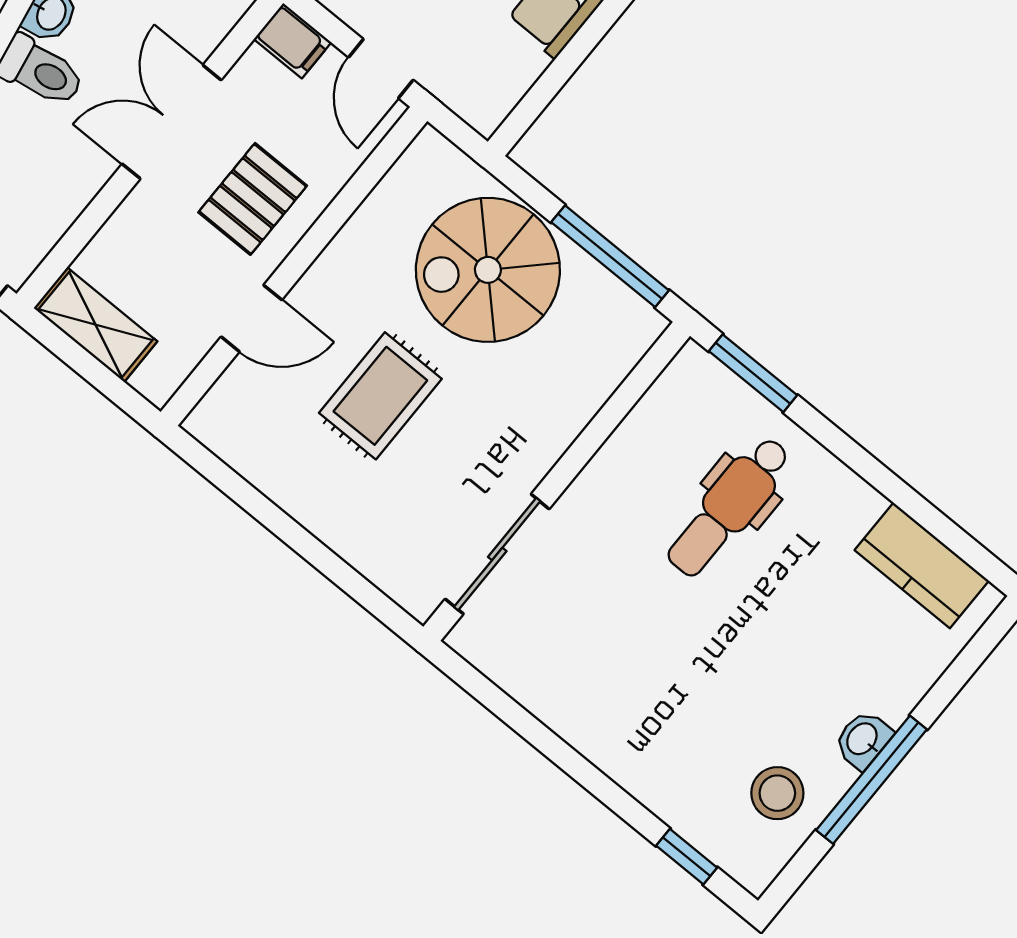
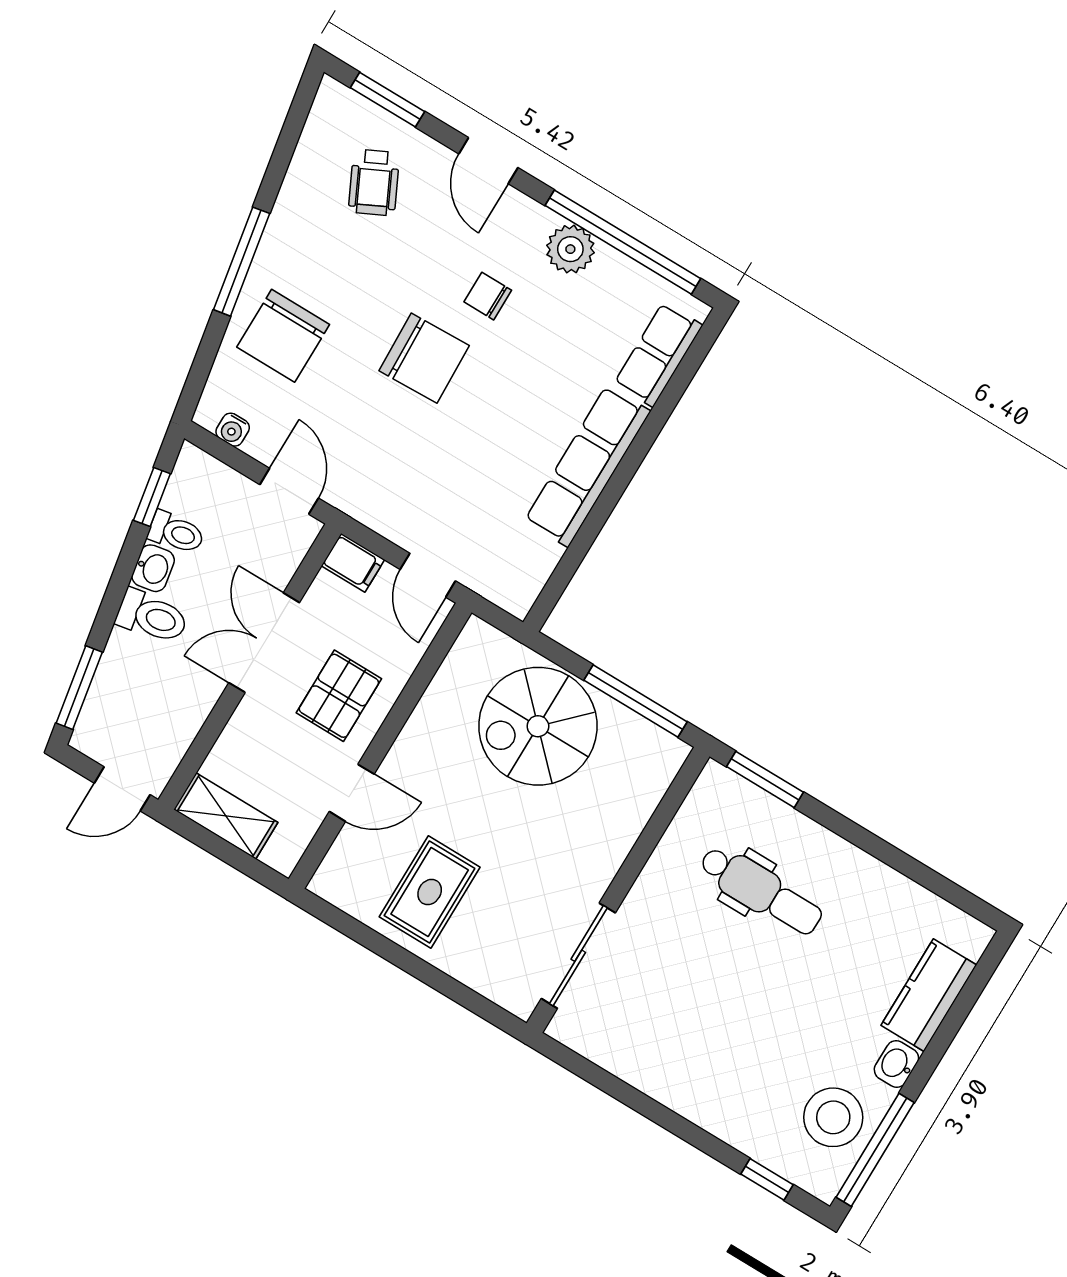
rug: (380, 396) -> (430, 892), moved
dental chair: (729, 507) -> (761, 890), turned -90
kitchen counter: (922, 565) -> (929, 995), moved, turned 90
window: (871, 780) -> (875, 1150), moved
stool: (777, 793) -> (833, 1117), width x1.38, depth x1.38

